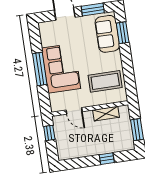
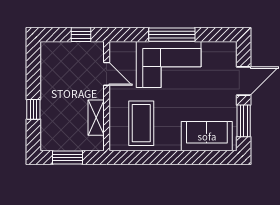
window: (123, 33) -> (205, 158), removed
door: (74, 111) -> (107, 74), swing flipped

